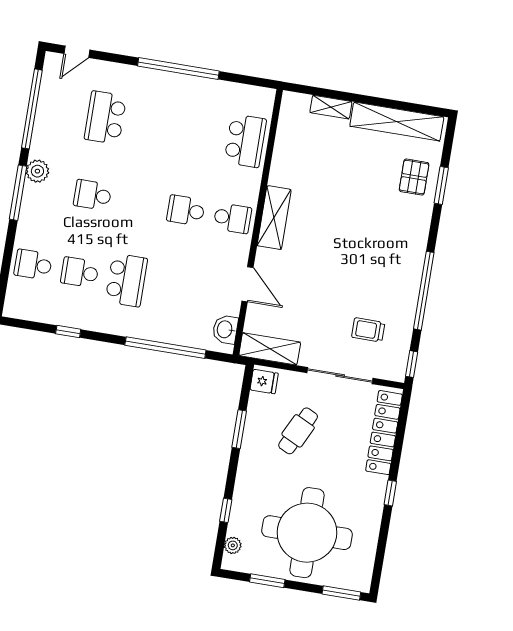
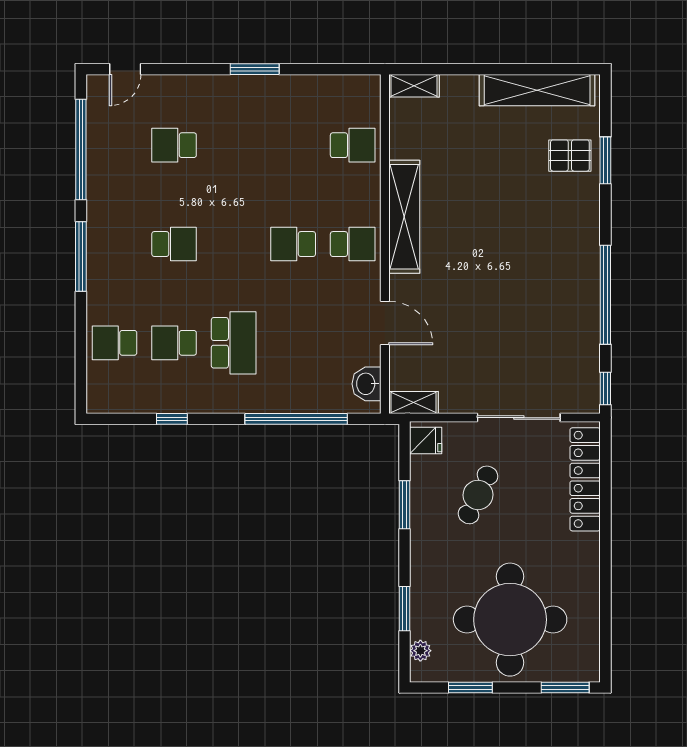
window: (178, 69) -> (255, 69), width x0.47
shelving: (331, 107) -> (414, 86), moved
school desk: (105, 118) -> (174, 145), width x0.54
school desk: (245, 141) -> (353, 145), width x0.54
plant: (37, 171) -> (101, 226), removed
pallet: (414, 177) -> (570, 156), turned 90
school desk: (93, 195) -> (174, 244), turned 180
shelving: (274, 218) -> (404, 217), width x1.47
trolley: (368, 330) -> (544, 355), removed
shelving: (270, 349) -> (414, 402), width x0.67, depth x0.75
window: (390, 493) -> (605, 553), removed
window: (226, 510) -> (404, 609), width x1.50

